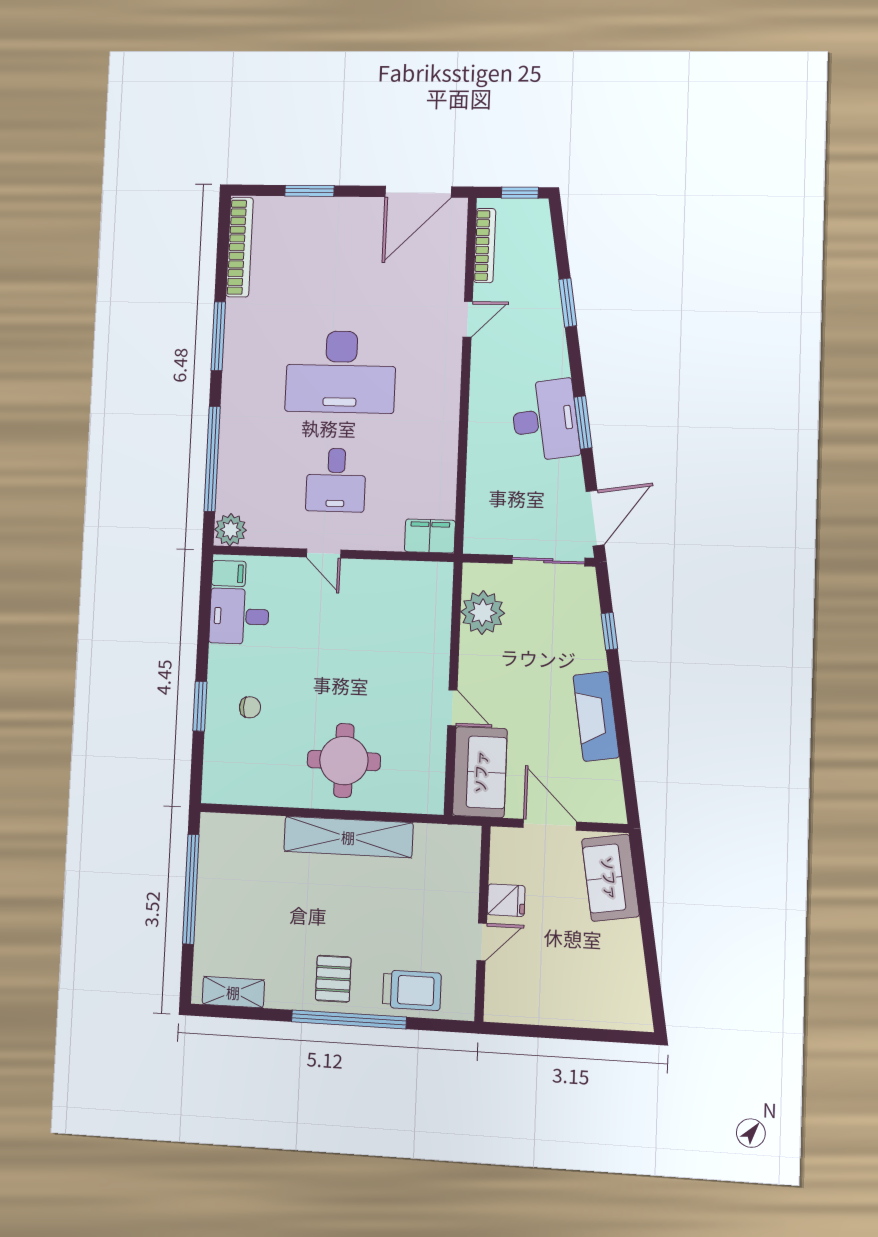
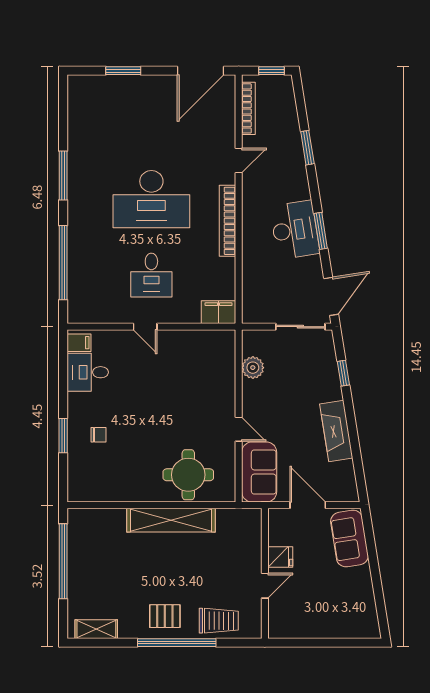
bookcase: (240, 247) -> (228, 221), moved, turned 180
plant: (230, 530) -> (79, 312), removed
plant: (483, 613) -> (253, 368), width x0.73, depth x0.73
round table: (344, 760) -> (188, 475), moved
pallet: (333, 979) -> (165, 616), turned 90

